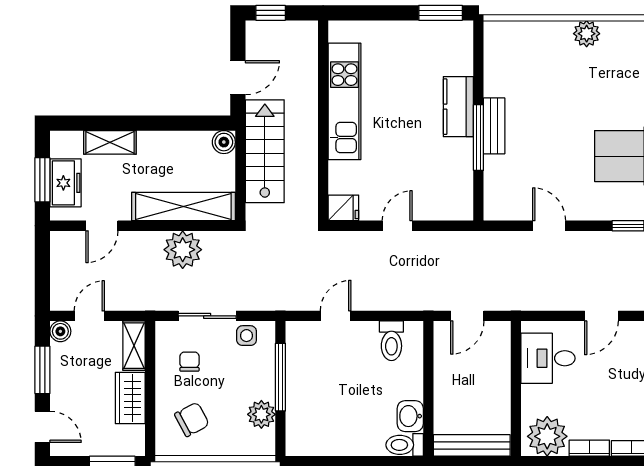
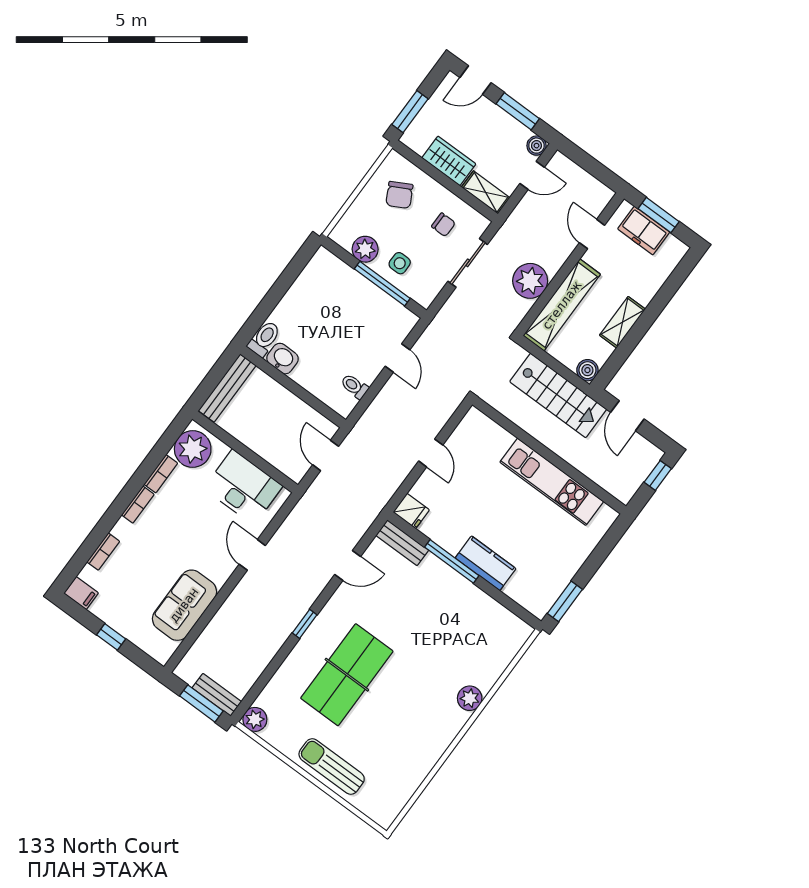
bench: (494, 126) -> (402, 543), moved
shelving: (110, 142) -> (622, 322), moved
fridge: (343, 208) -> (411, 511), moved, turned -90
door: (89, 316) -> (532, 175), hinge flipped
side table: (247, 336) -> (400, 263), moved
toilet: (391, 341) -> (354, 386), width x0.73, depth x0.72
desk: (548, 358) -> (243, 487), width x1.37

